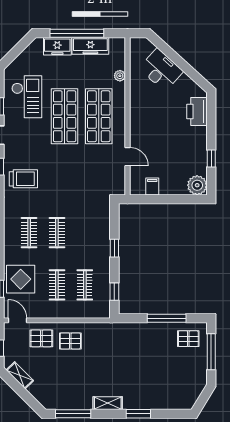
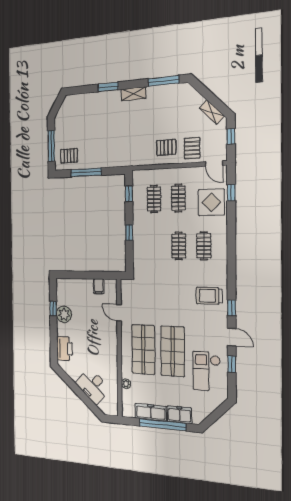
plant: (197, 185) -> (64, 314), moved
pallet: (41, 338) -> (192, 148), turned 90

